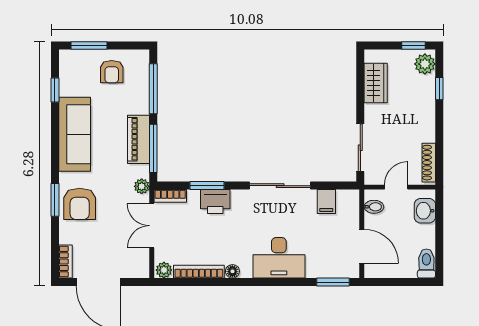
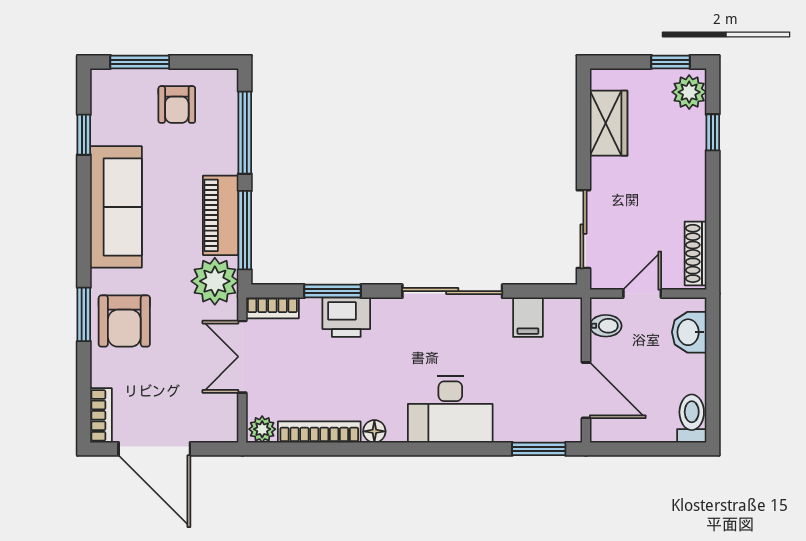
plant: (142, 186) -> (215, 281), width x1.87, depth x1.87

